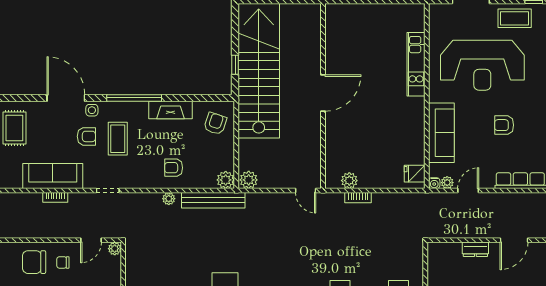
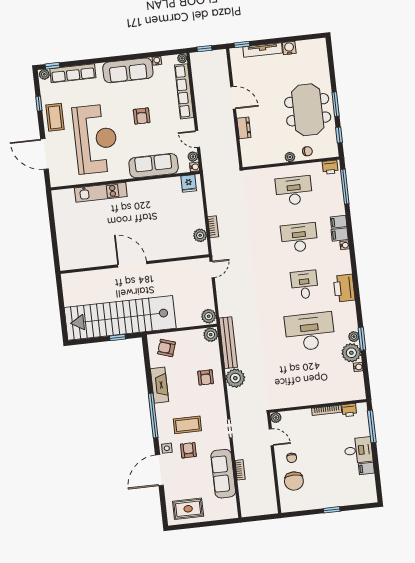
plant: (169, 199) -> (235, 378), width x1.87, depth x1.87

